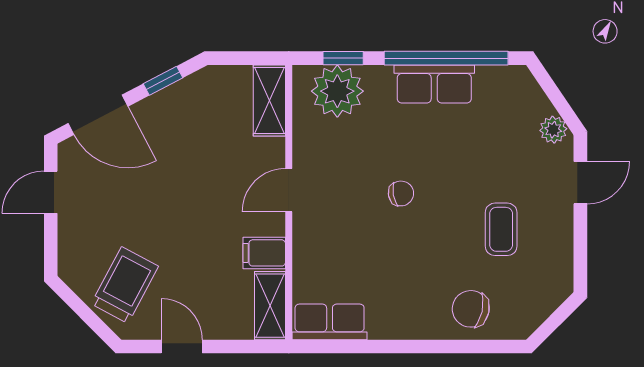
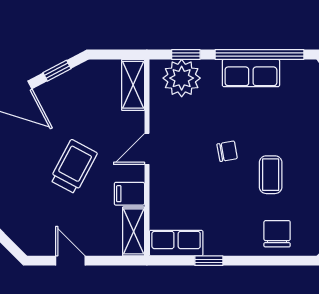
coffee table: (501, 229) -> (271, 175), moved
trolley: (125, 285) -> (74, 167), moved
chair: (471, 309) -> (277, 234), turned 78
window: (375, 347) -> (209, 261), added

